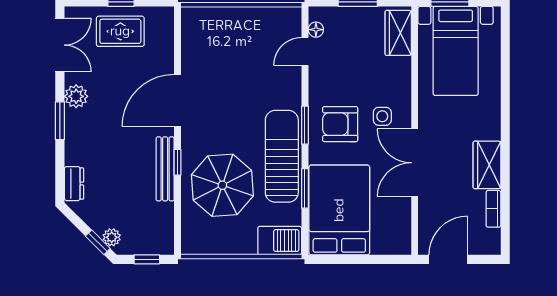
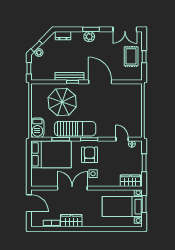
plant: (76, 96) -> (89, 37), moved

